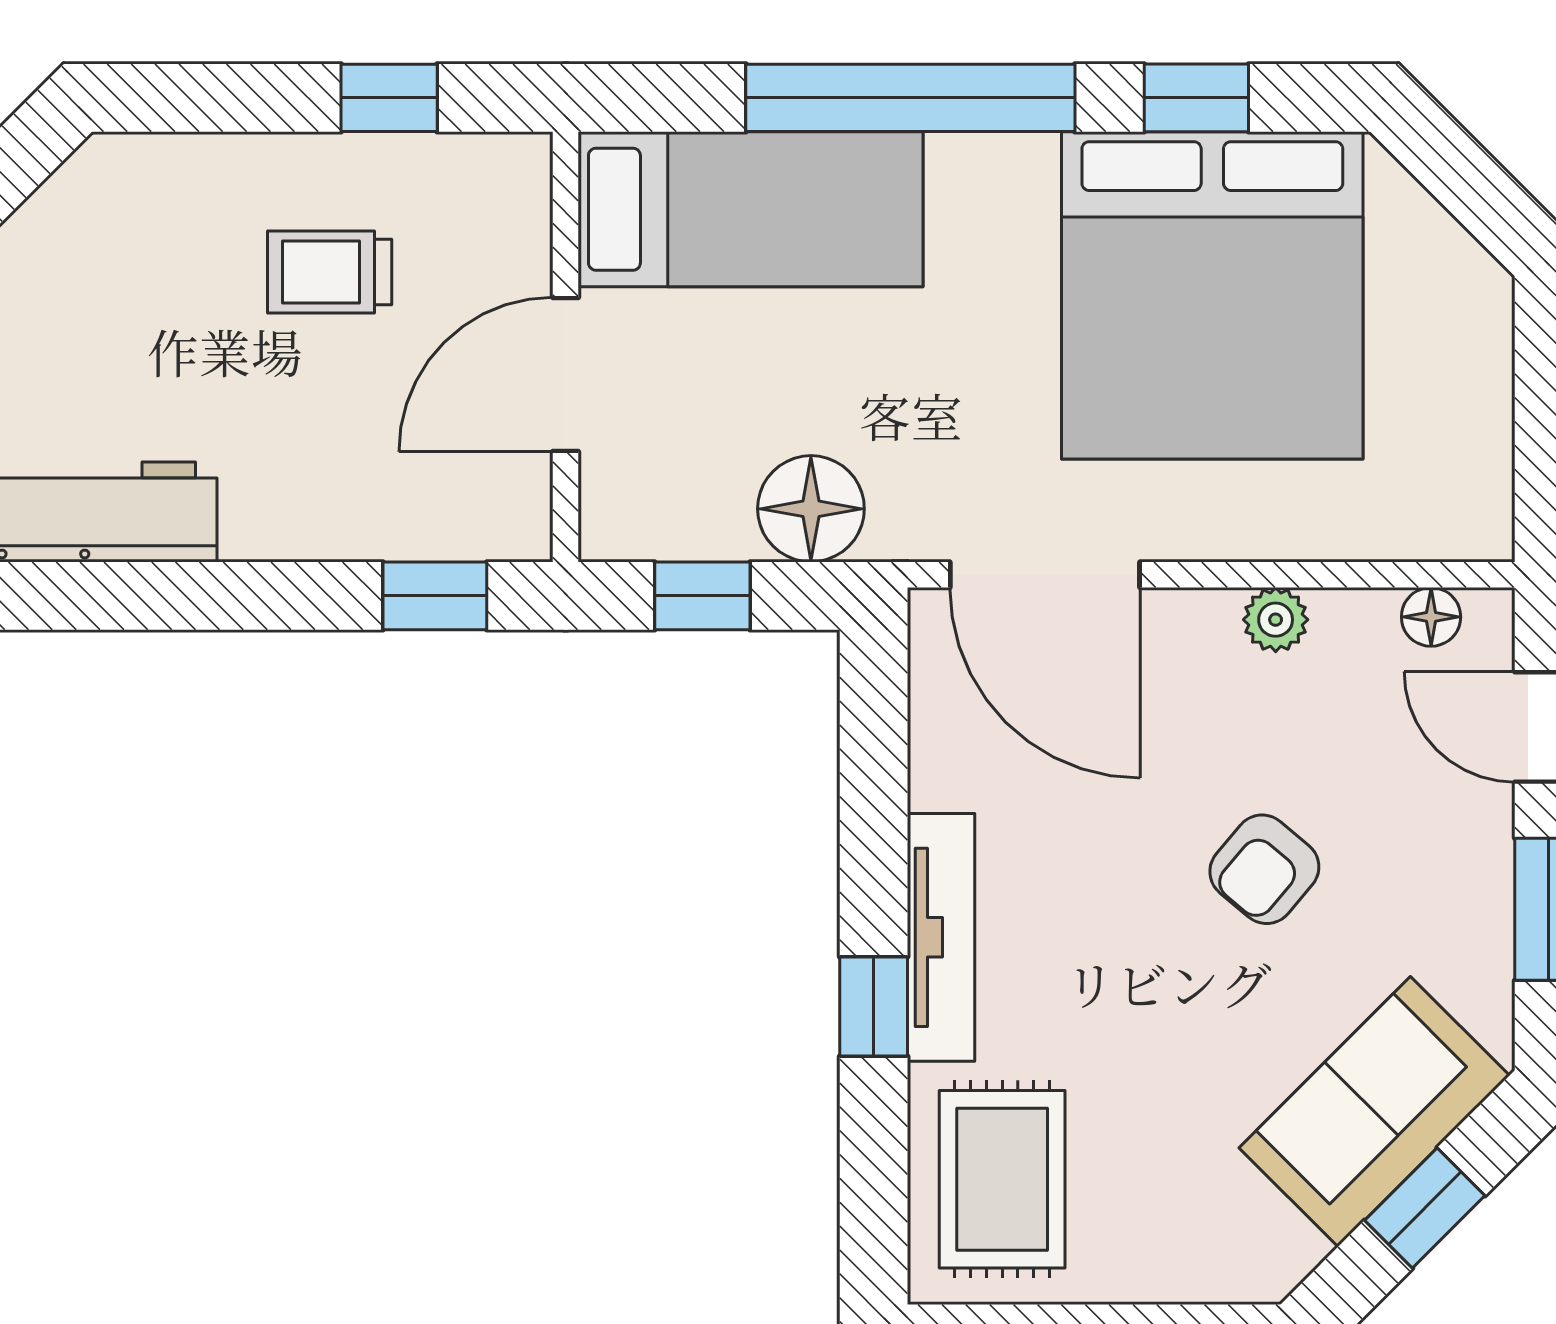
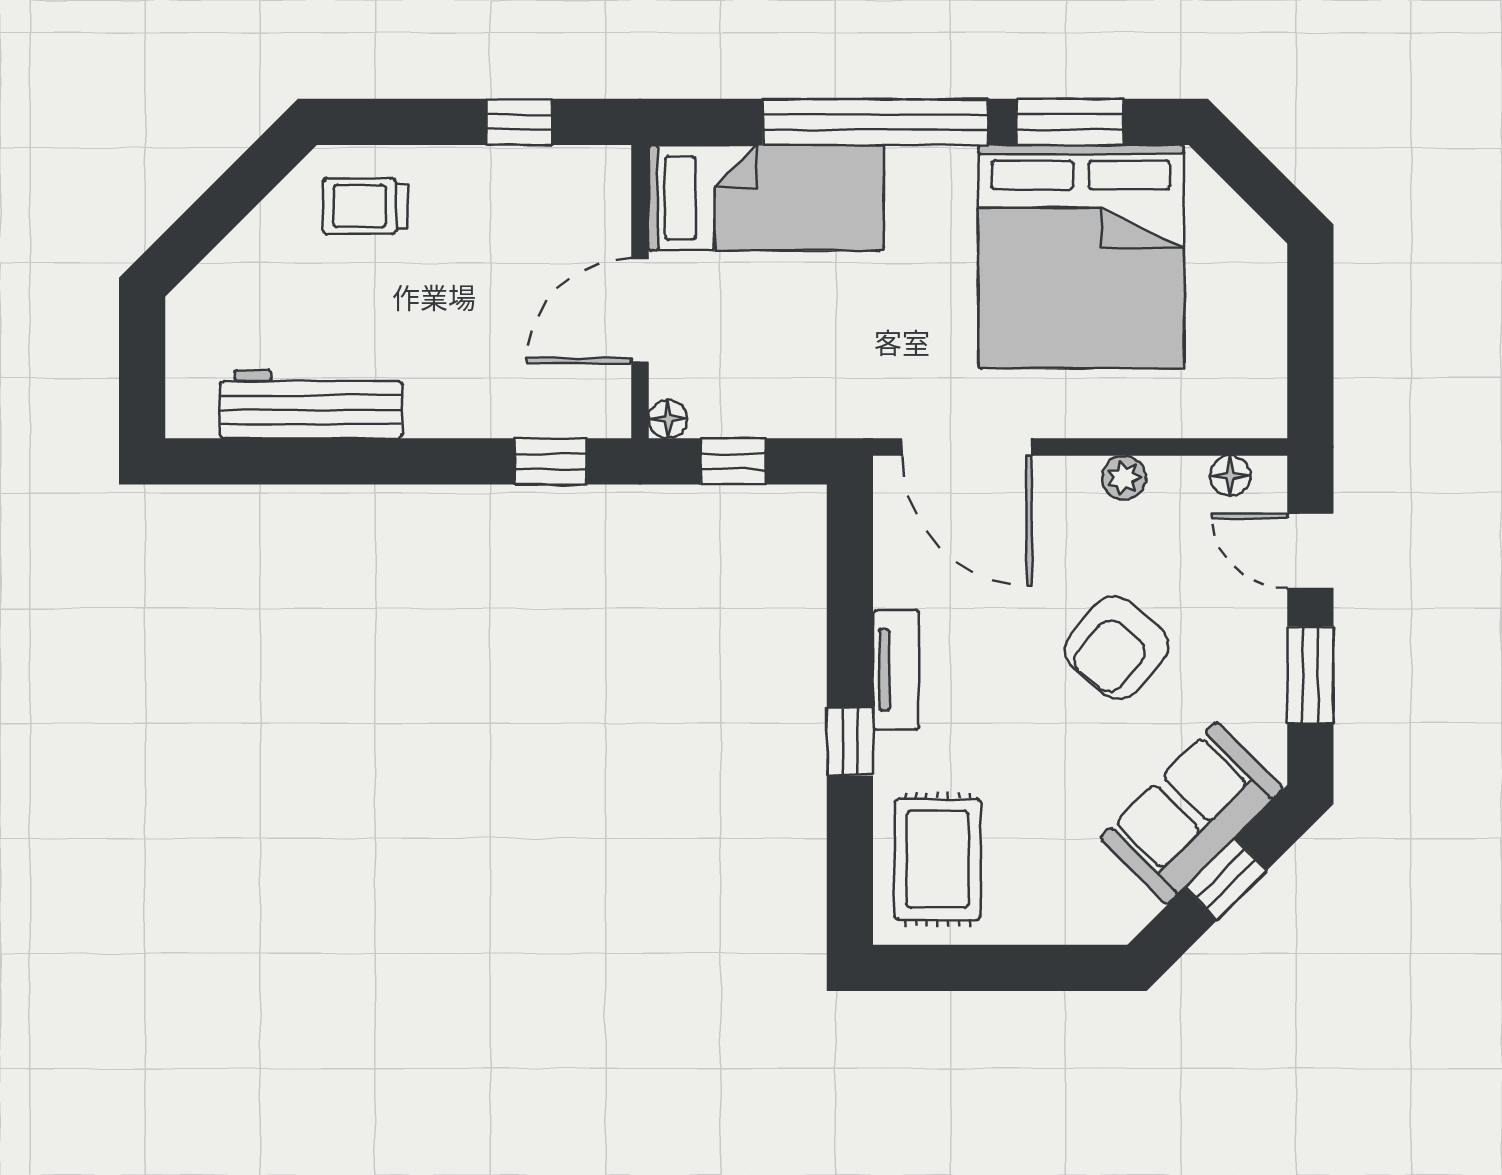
window: (1196, 98) -> (1070, 122), width x1.50
trolley: (330, 272) -> (365, 206), moved
floor lamp: (811, 509) -> (668, 419), moved, width x0.53, depth x0.53
armchair: (1264, 869) -> (1116, 648), width x1.38, depth x1.38
tv unit: (941, 937) -> (896, 670), width x0.71

